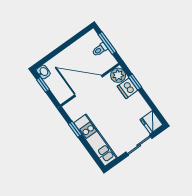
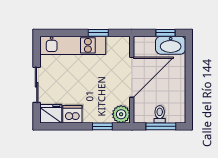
washbasin: (43, 72) -> (171, 45), width x1.91, depth x1.45
dishwasher: (128, 88) -> (72, 114), moved

